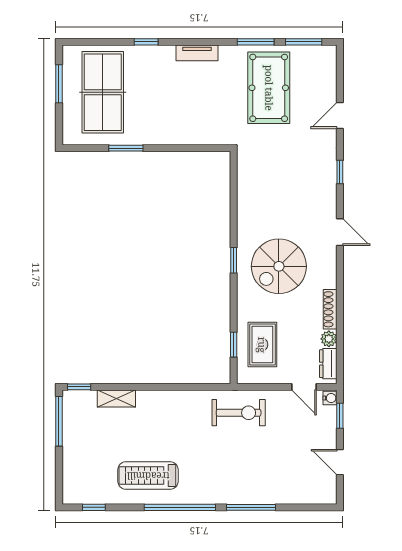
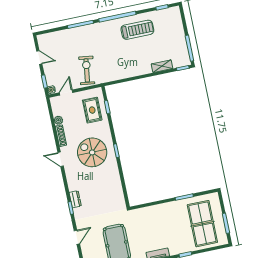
door: (340, 232) -> (61, 159), moved
spiral stairs: (279, 266) -> (92, 152), turned -90
dresser: (328, 364) -> (75, 199), moved
door: (304, 387) -> (66, 93), hinge flipped
exercise bike: (239, 413) -> (87, 70), moved, turned 98

